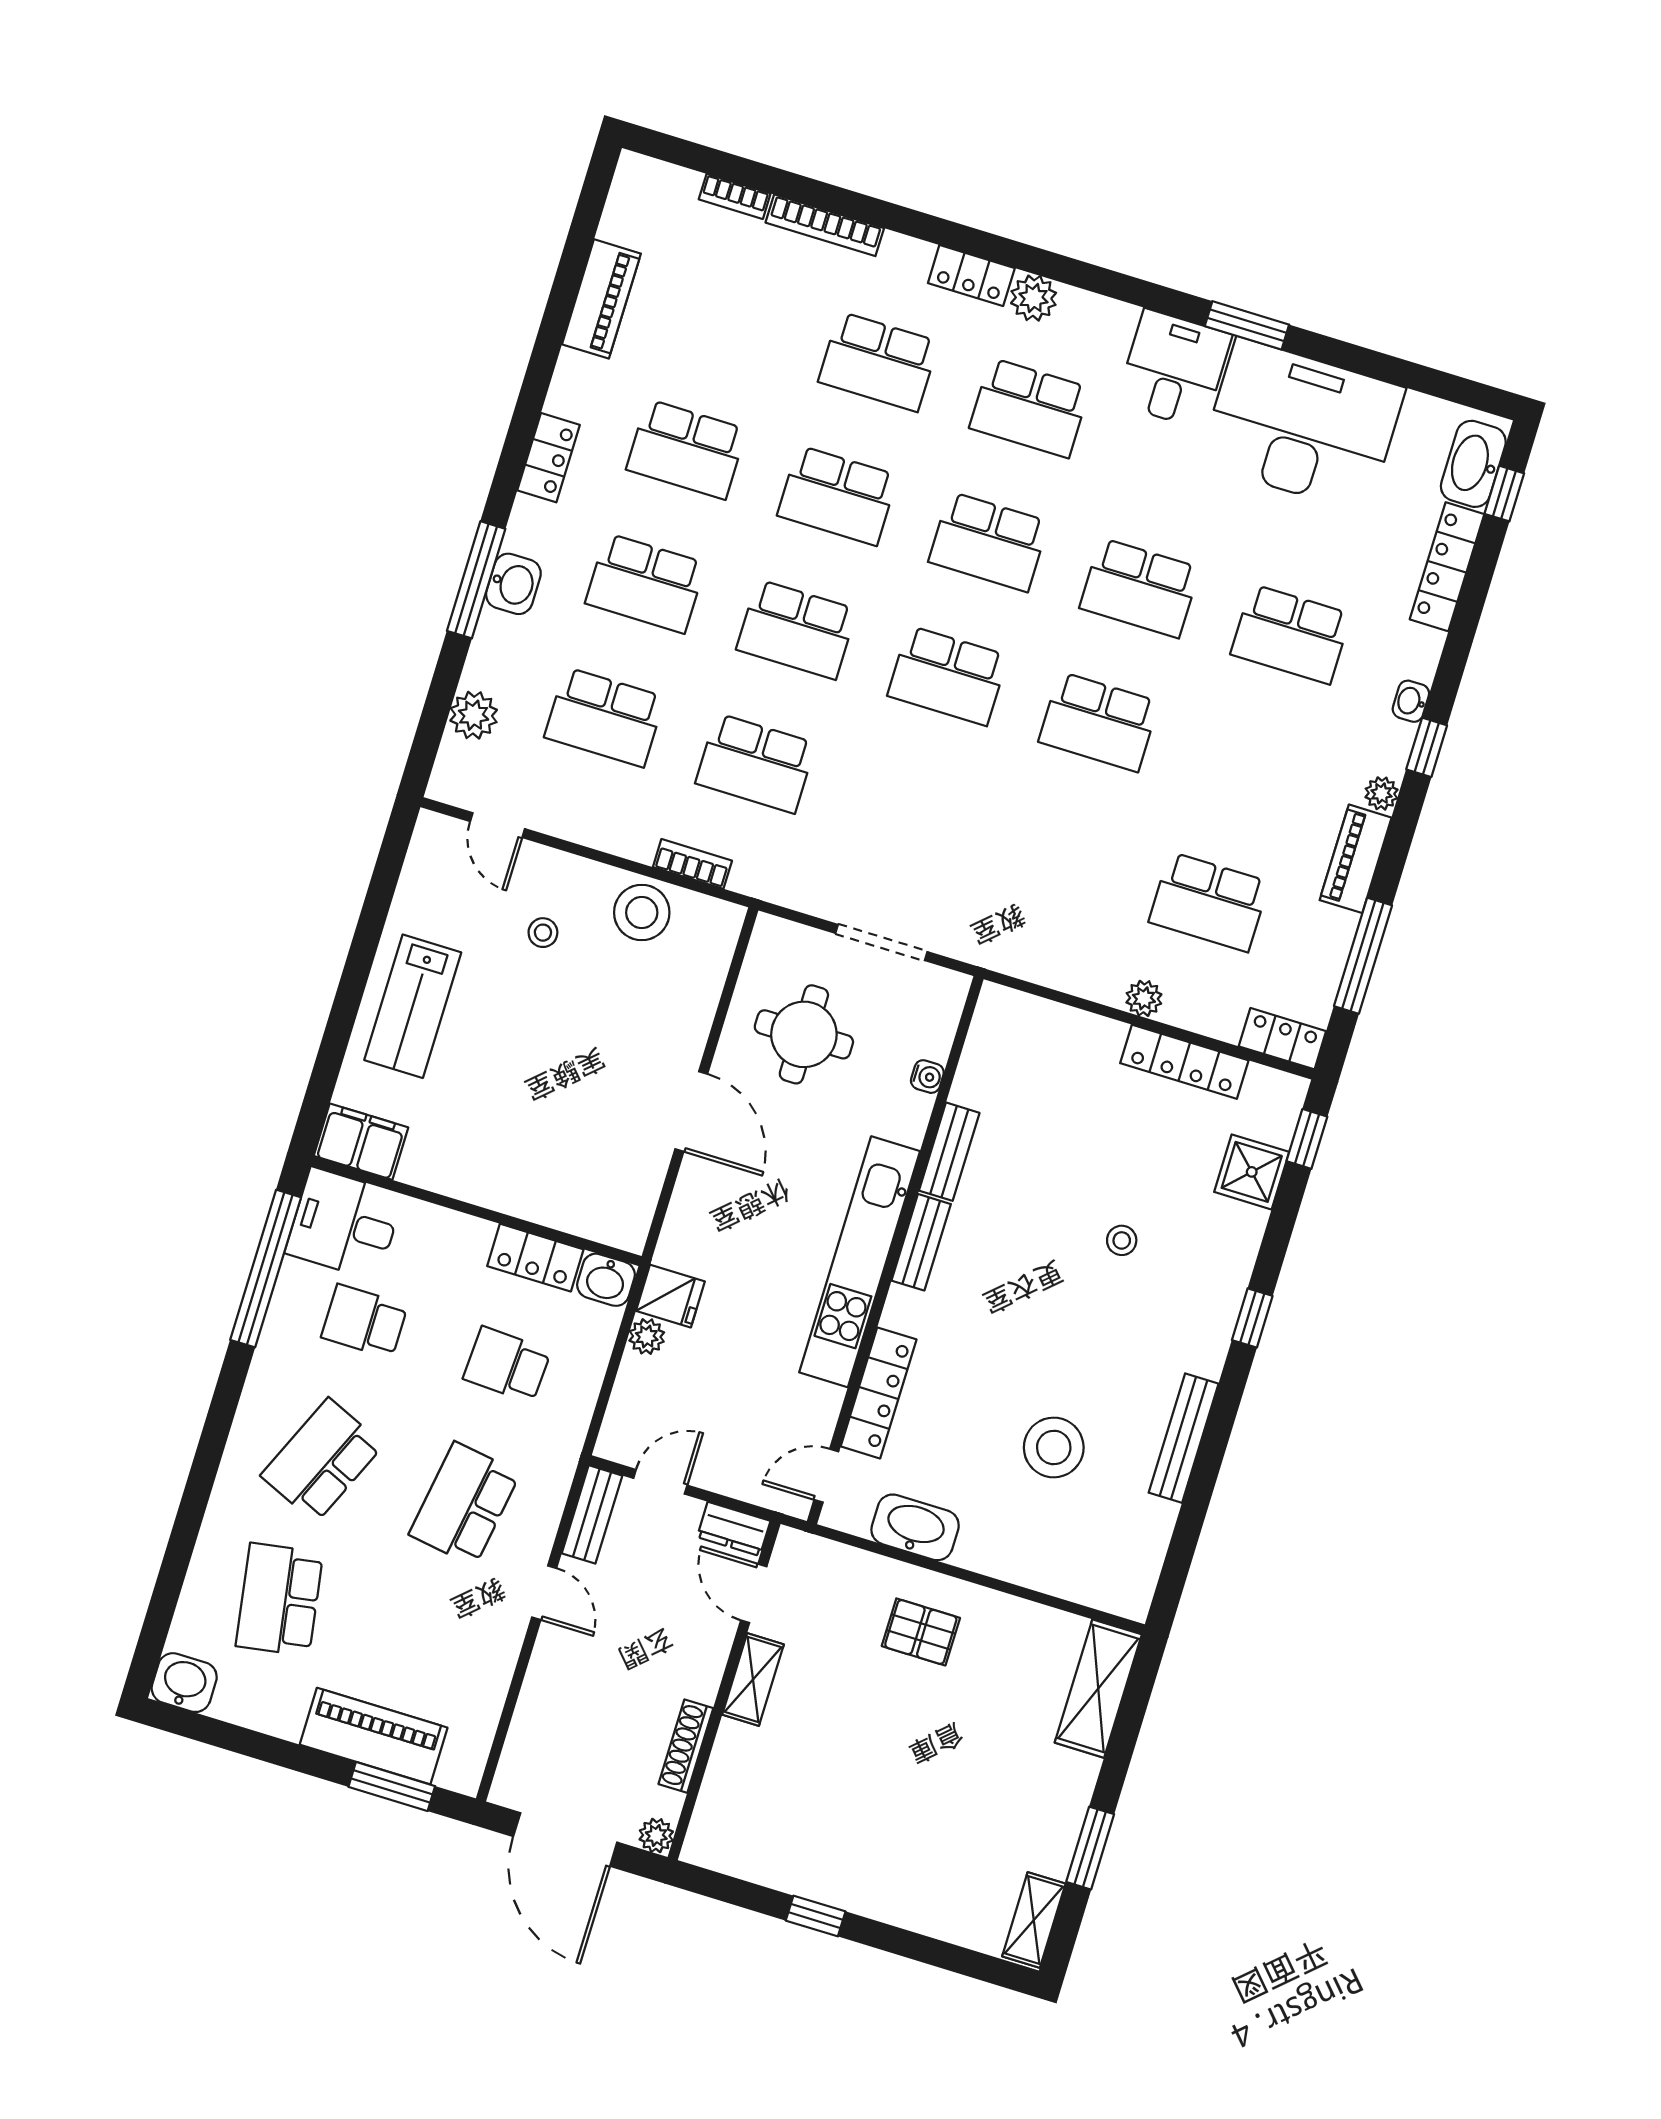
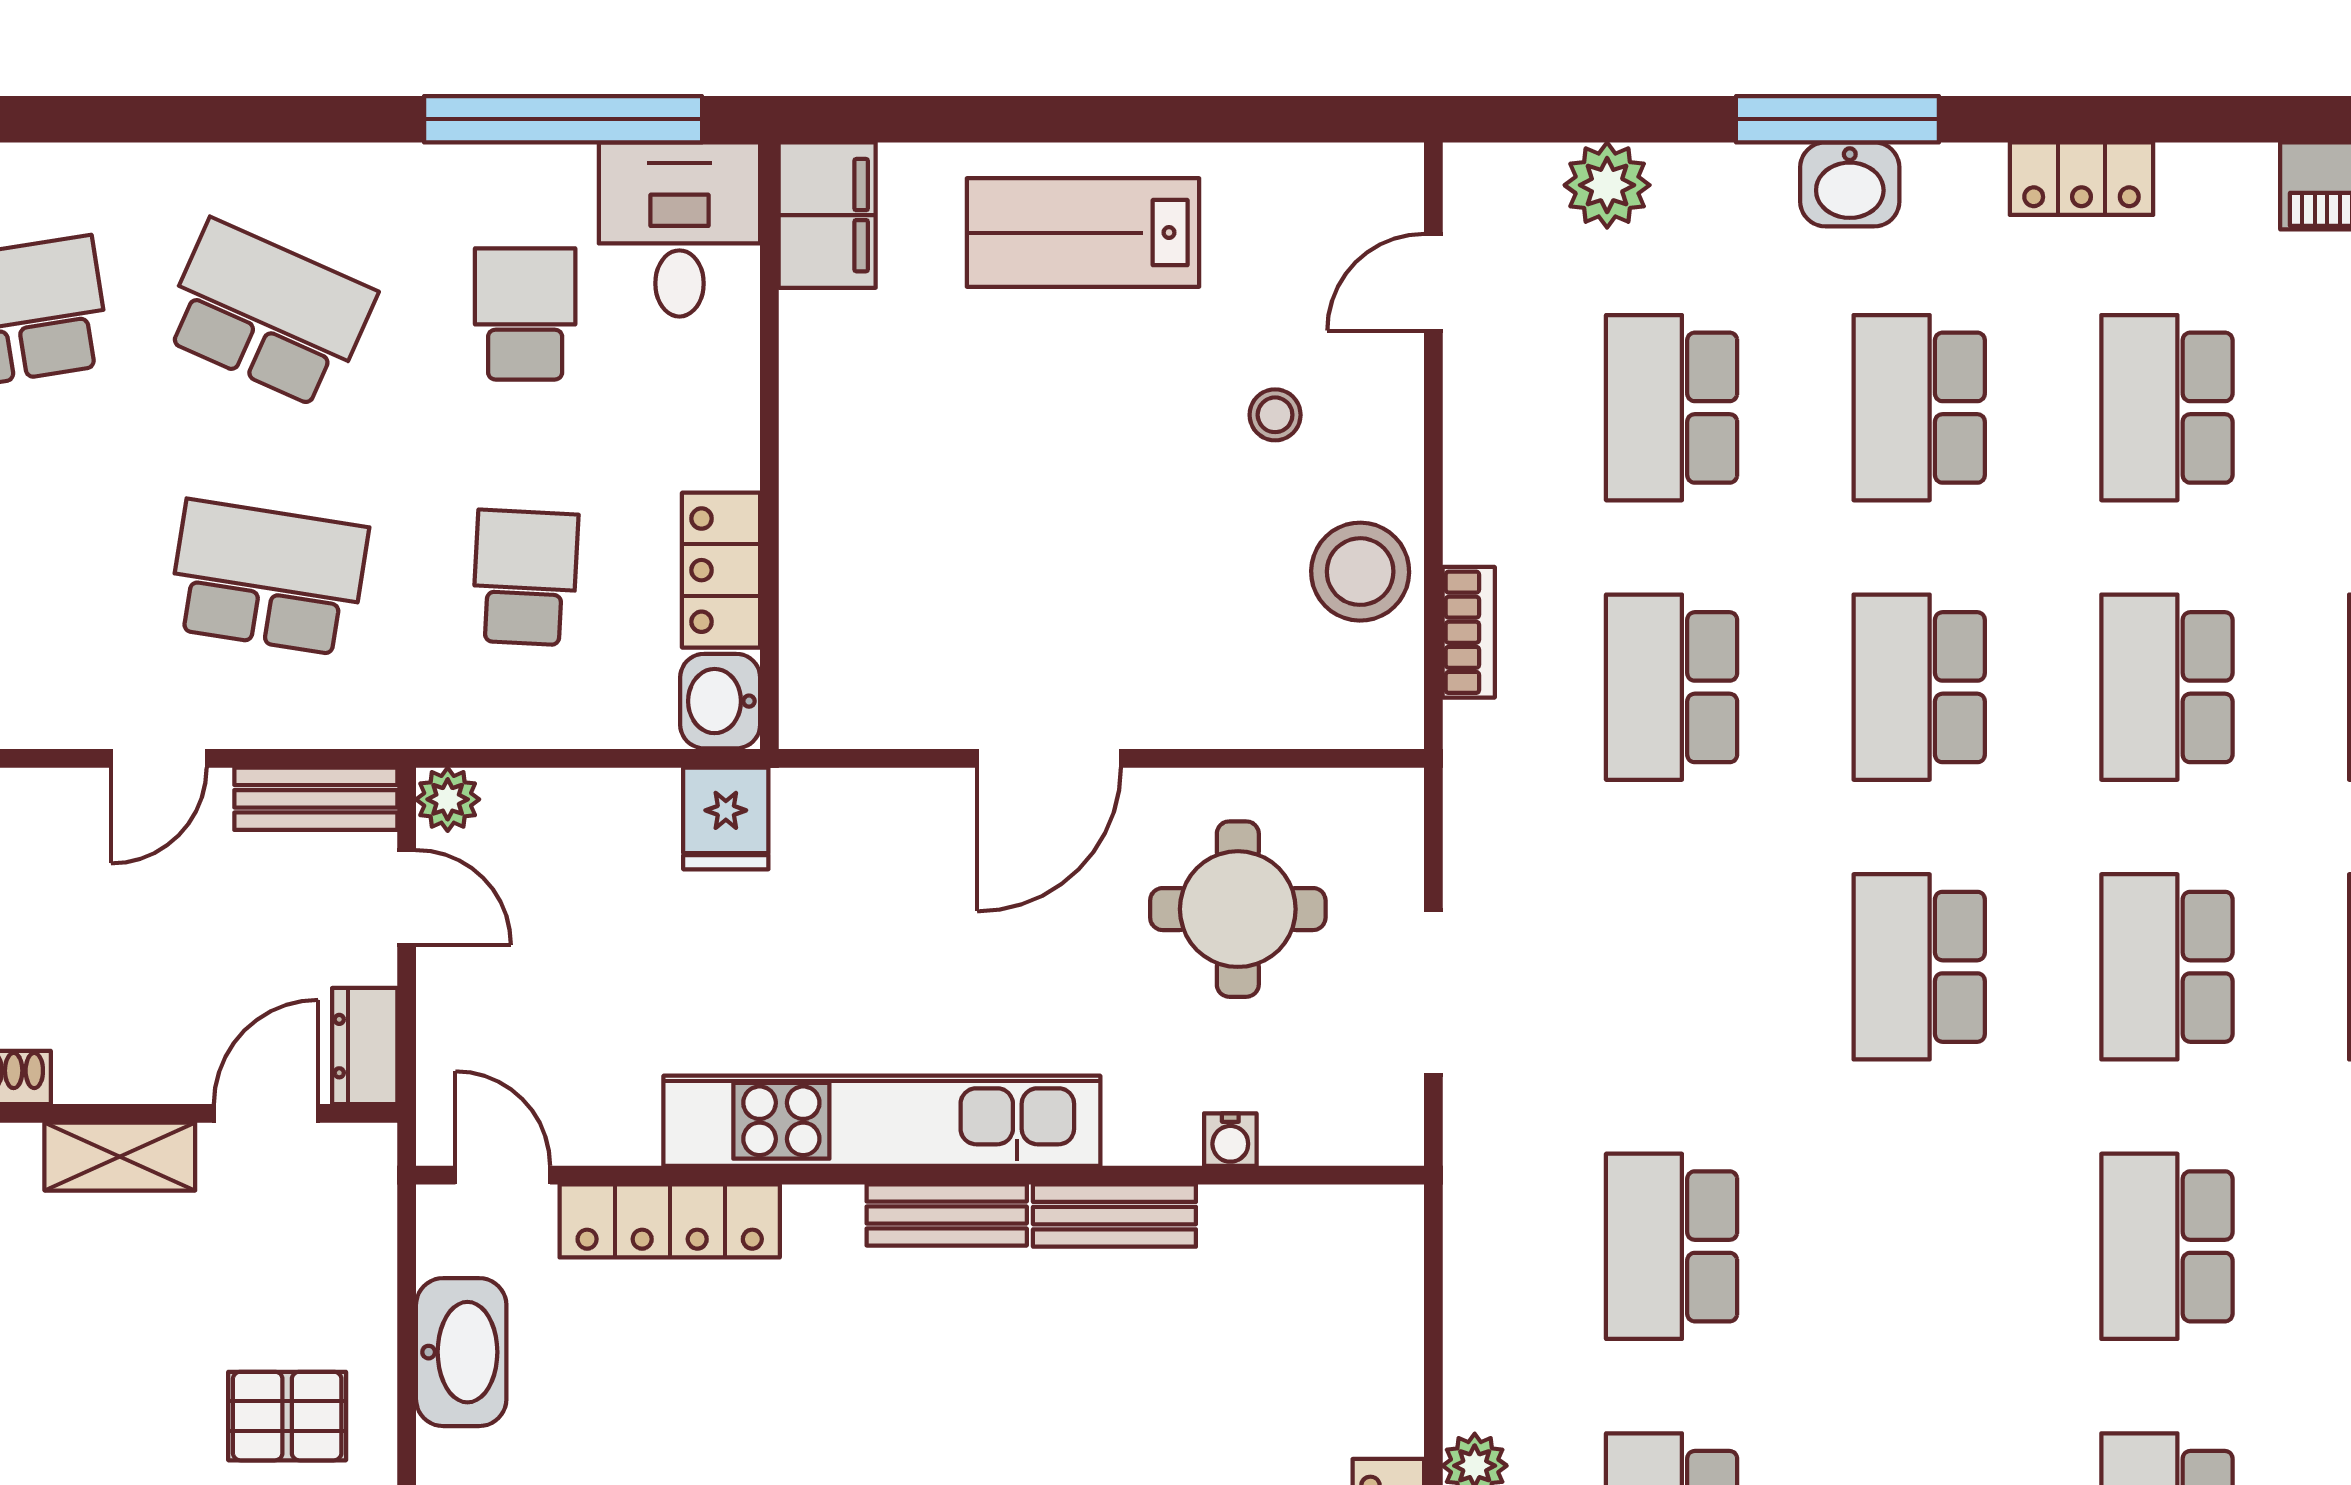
school desk: (1099, 722) -> (1671, 1246), moved
plant: (647, 1336) -> (448, 799), moved
pallet: (921, 1632) -> (287, 1416), turned 90

